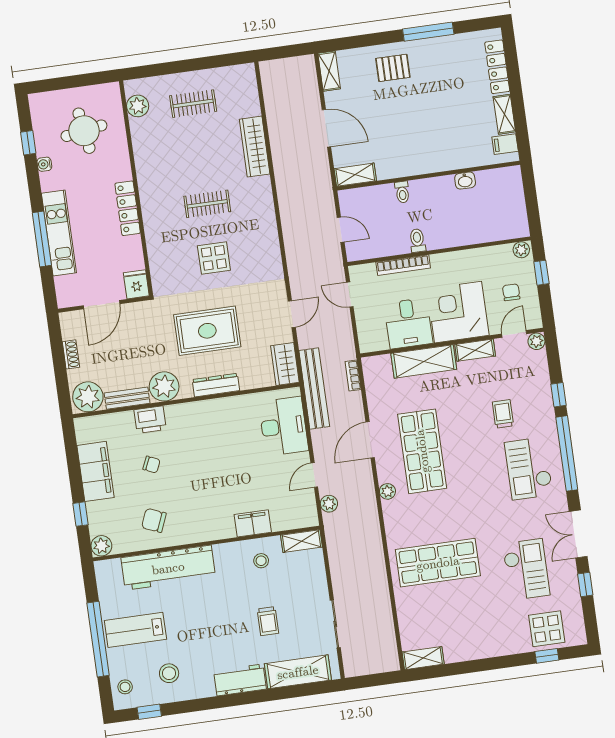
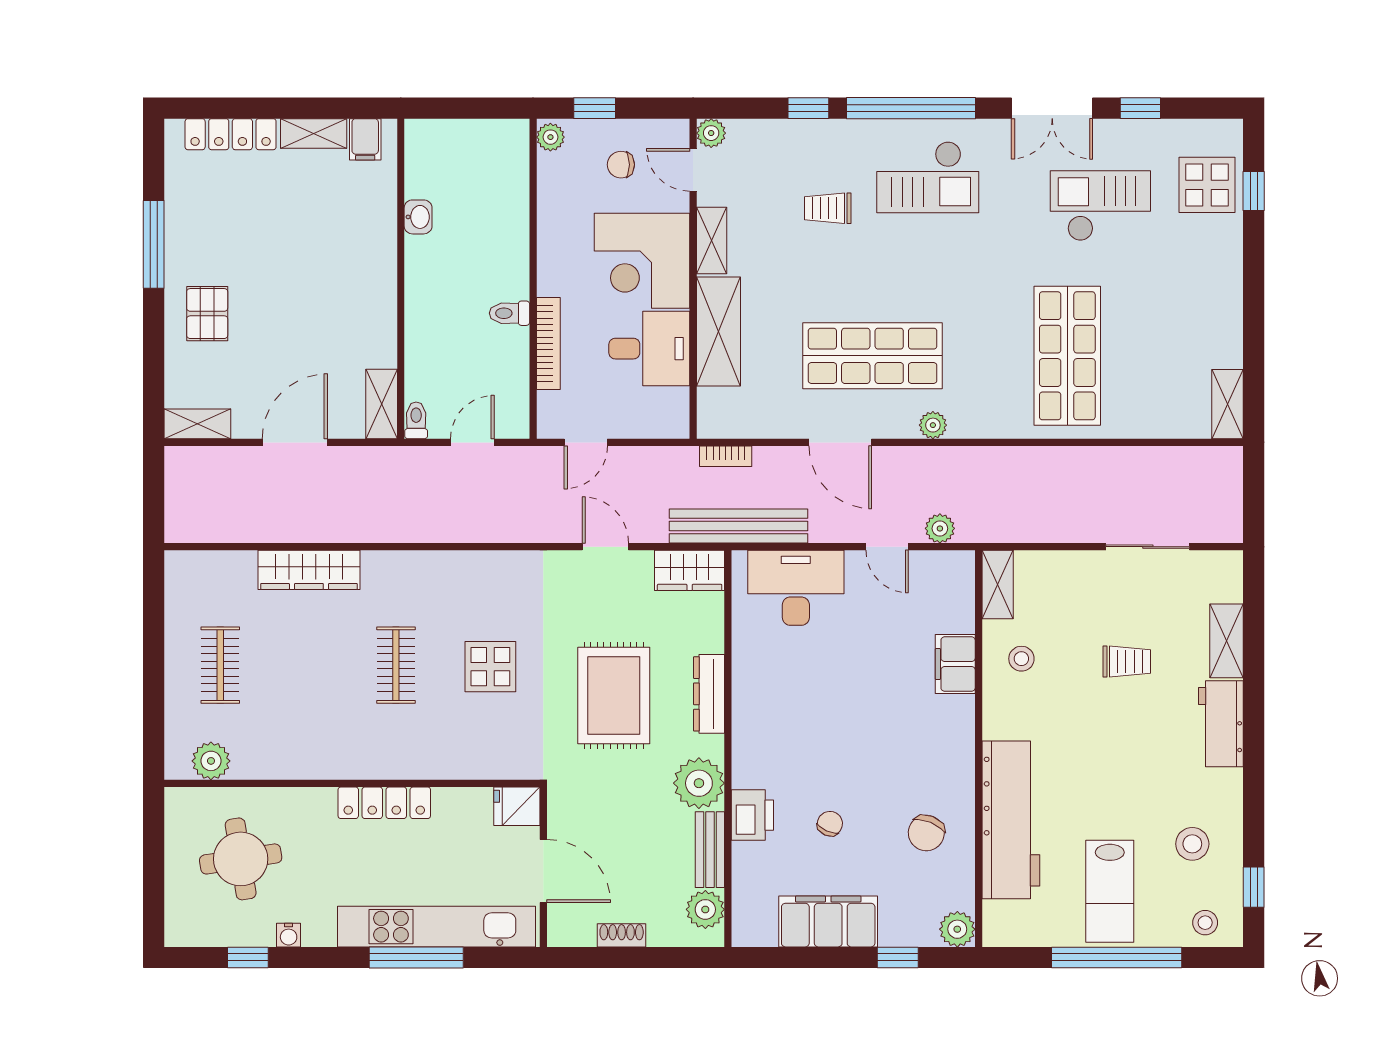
toilet: (402, 192) -> (416, 420), moved, turned -90
kitchen unit: (59, 233) -> (436, 927), width x1.36
plant: (88, 397) -> (705, 909), width x0.73, depth x0.73
shelving: (298, 672) -> (1227, 641), width x0.67, depth x0.75

